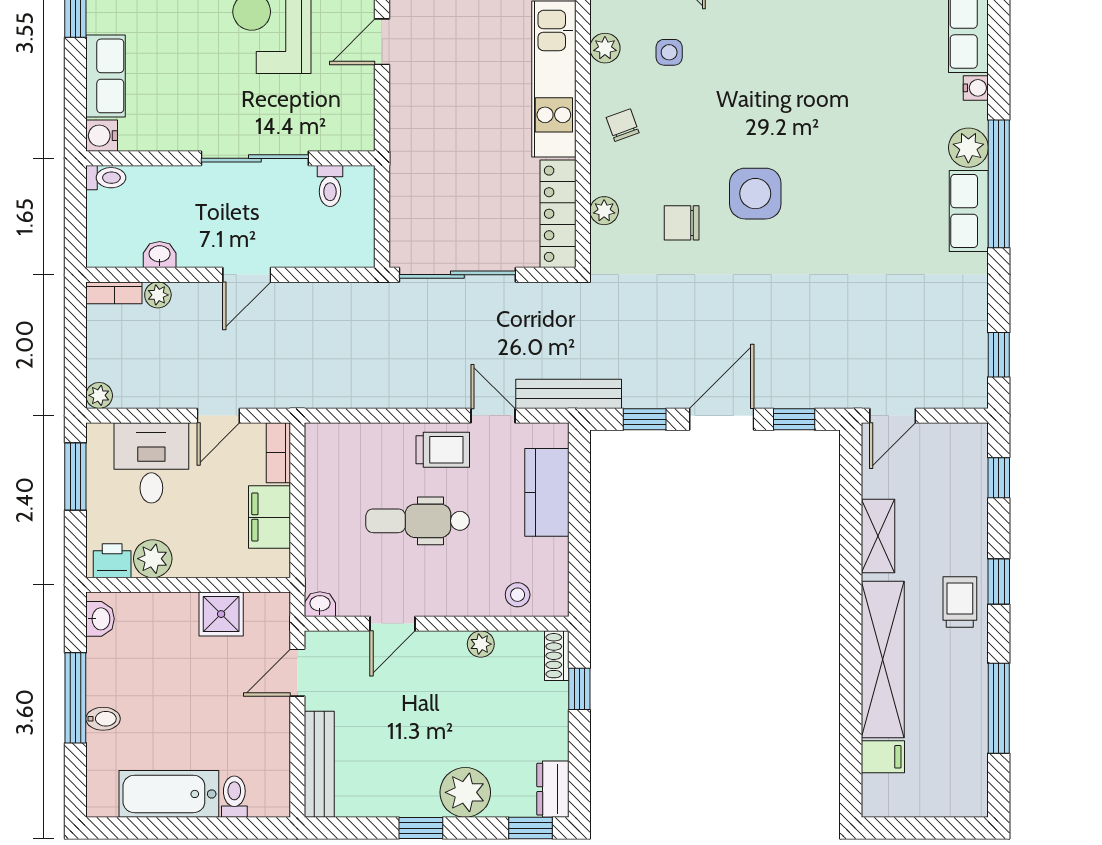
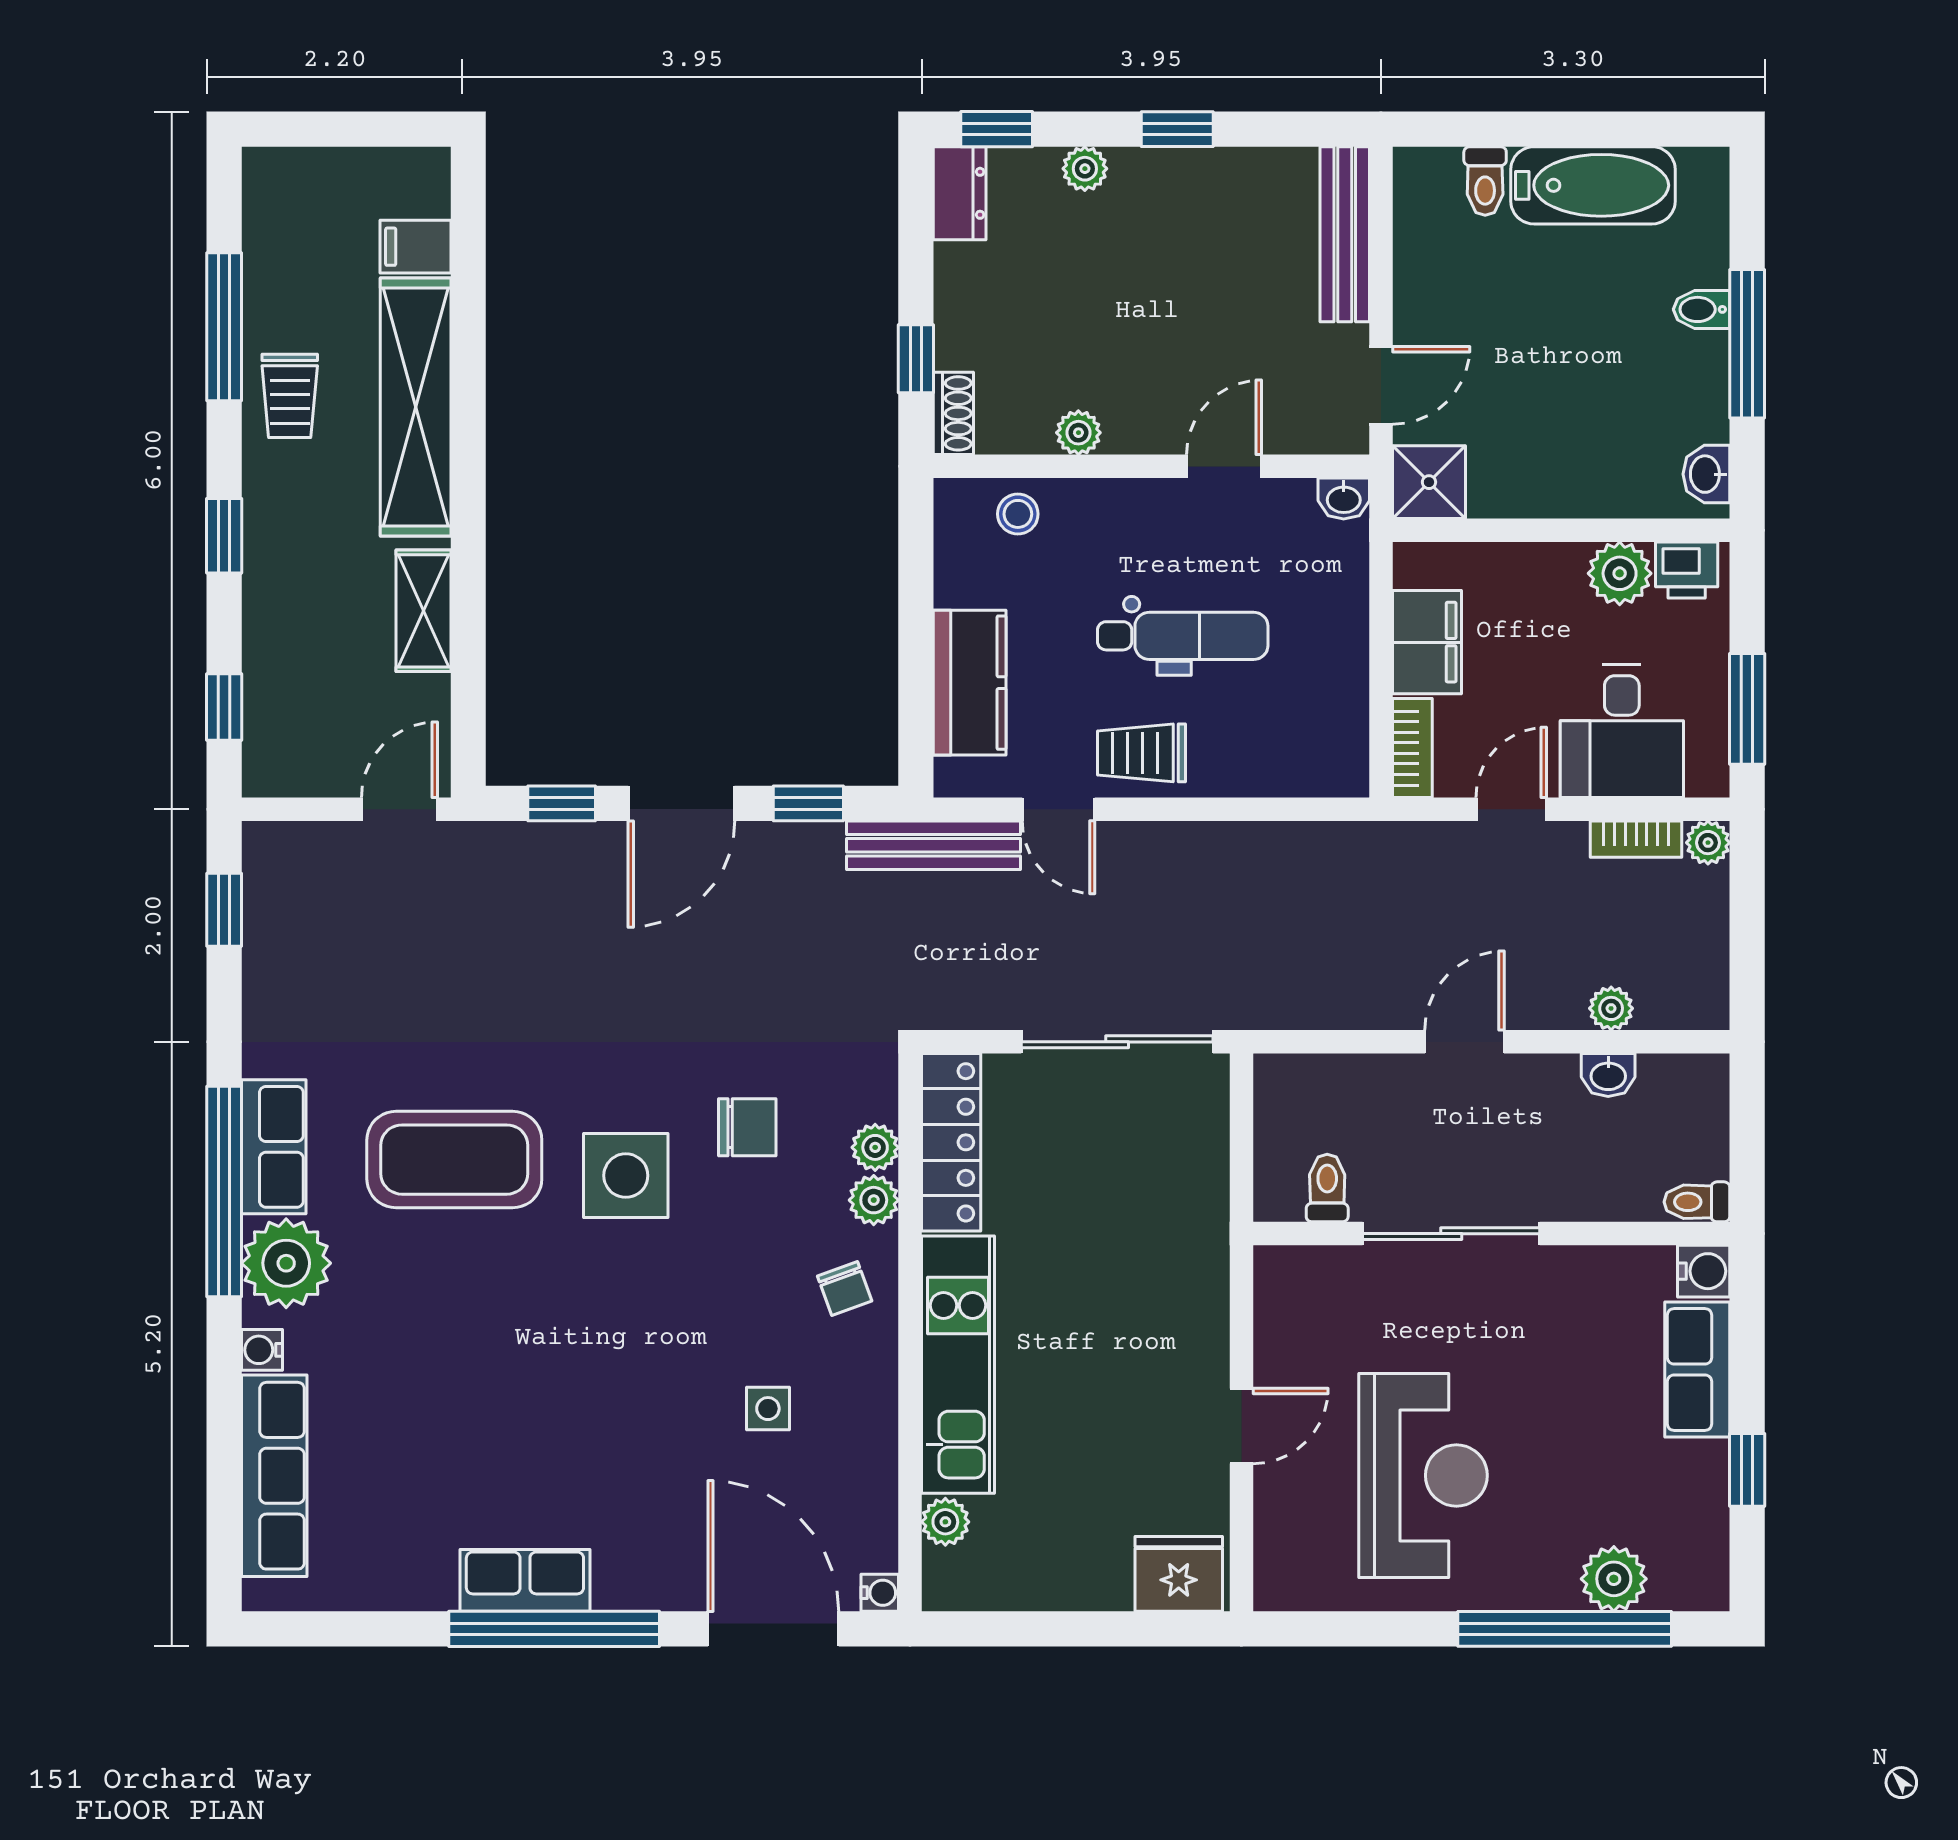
plant: (605, 48) -> (874, 1200), moved
plant: (968, 148) -> (286, 1263), width x1.36, depth x1.36
coffee table: (859, 203) -> (454, 1160), added
bookcase: (114, 293) -> (1636, 839), moved, turned 180
trolley: (960, 602) -> (290, 396), moved
shower: (221, 614) -> (1429, 482), moved
plant: (465, 792) -> (1085, 169), width x0.53, depth x0.53

